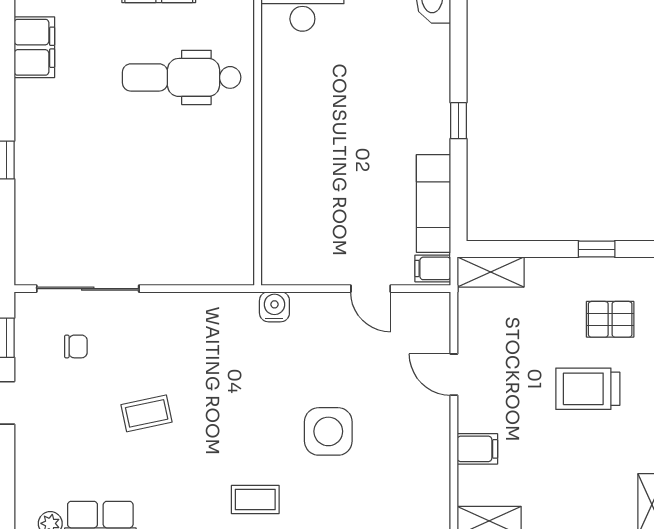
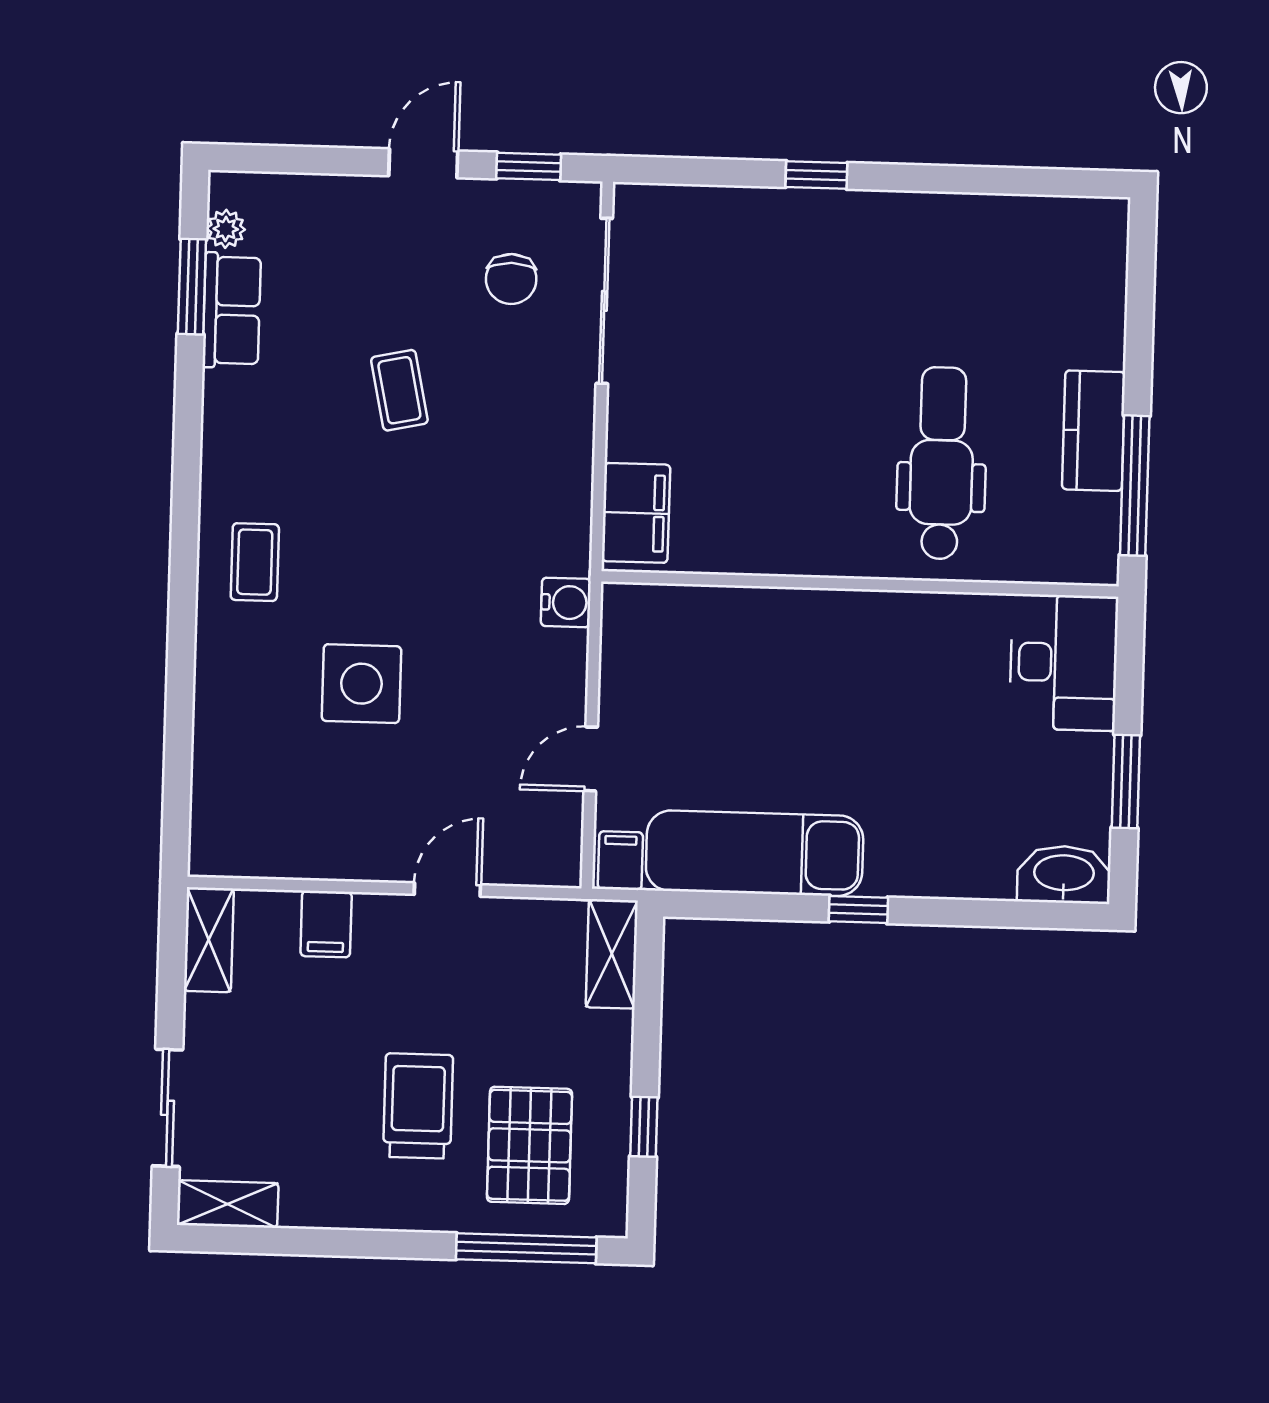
filing cabinet: (34, 47) -> (636, 513), moved, turned -90
exam couch: (434, 204) -> (755, 853), width x1.36, depth x1.45
pallet: (610, 319) -> (529, 1145), width x1.50, depth x1.42
chair: (76, 346) -> (511, 279), width x1.37, depth x1.37

